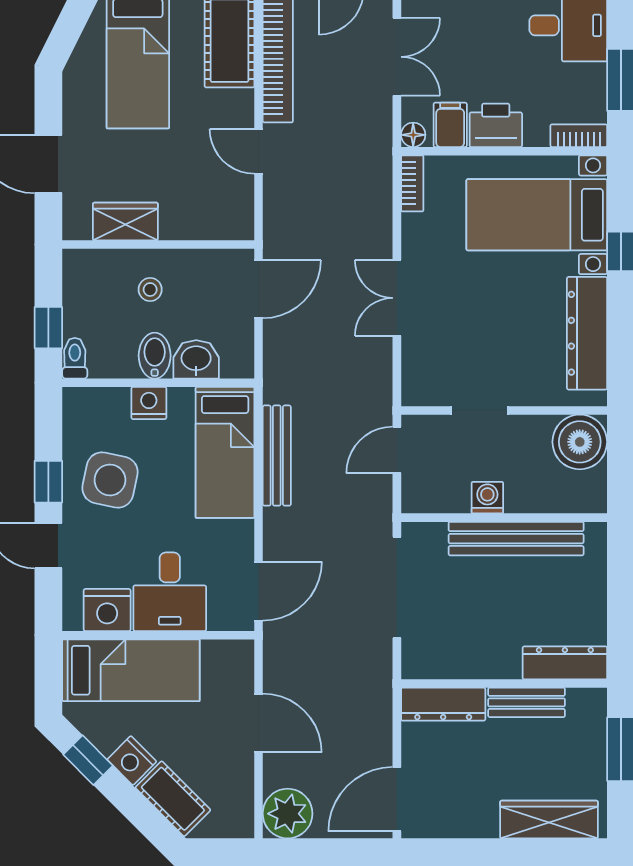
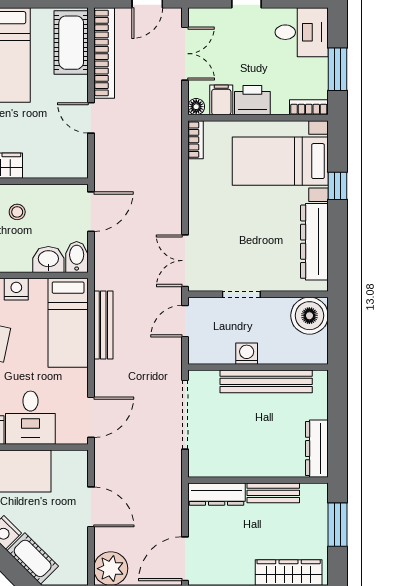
double door: (397, 298) -> (185, 261), moved
bidet: (155, 356) -> (77, 257), moved
dresser: (565, 663) -> (317, 449), moved, turned -90

